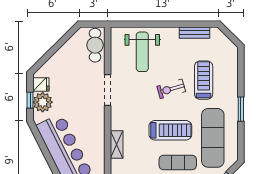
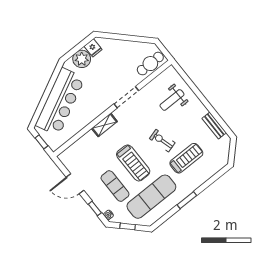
weight bench: (142, 52) -> (172, 100), width x0.73, depth x0.75
window: (30, 100) -> (76, 49), removed
shelving: (117, 144) -> (104, 125), moved

